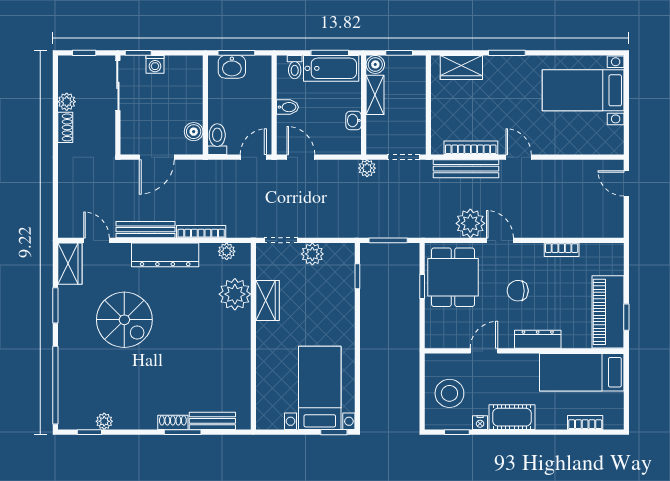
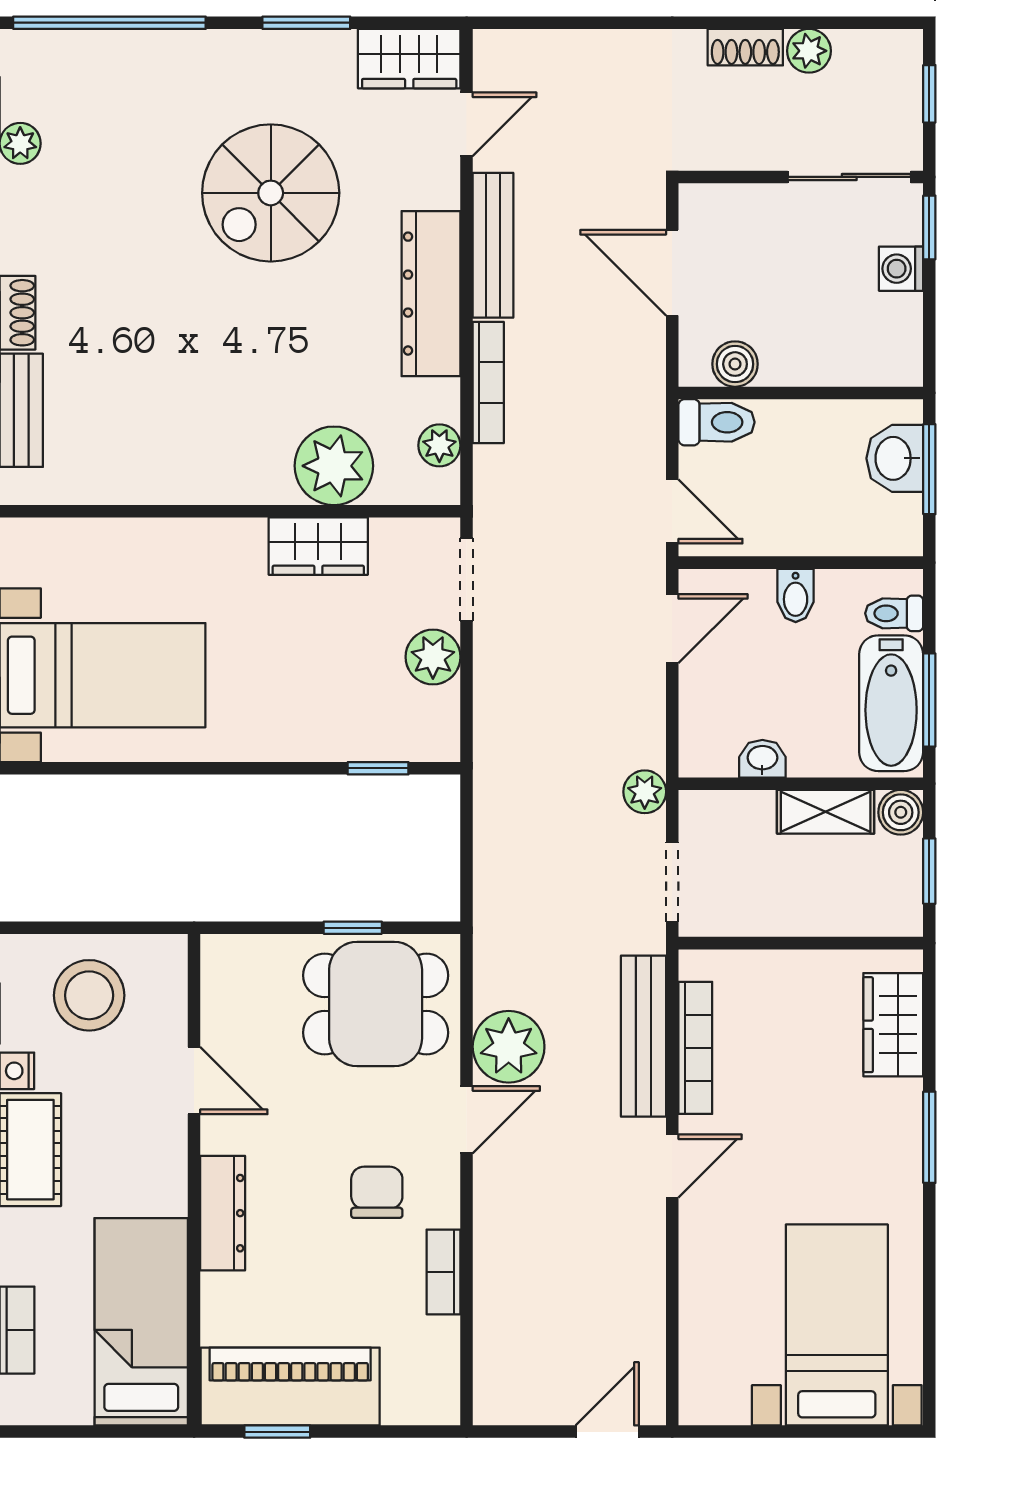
window: (388, 240) -> (467, 844), removed
chair: (518, 291) -> (377, 1192), moved

